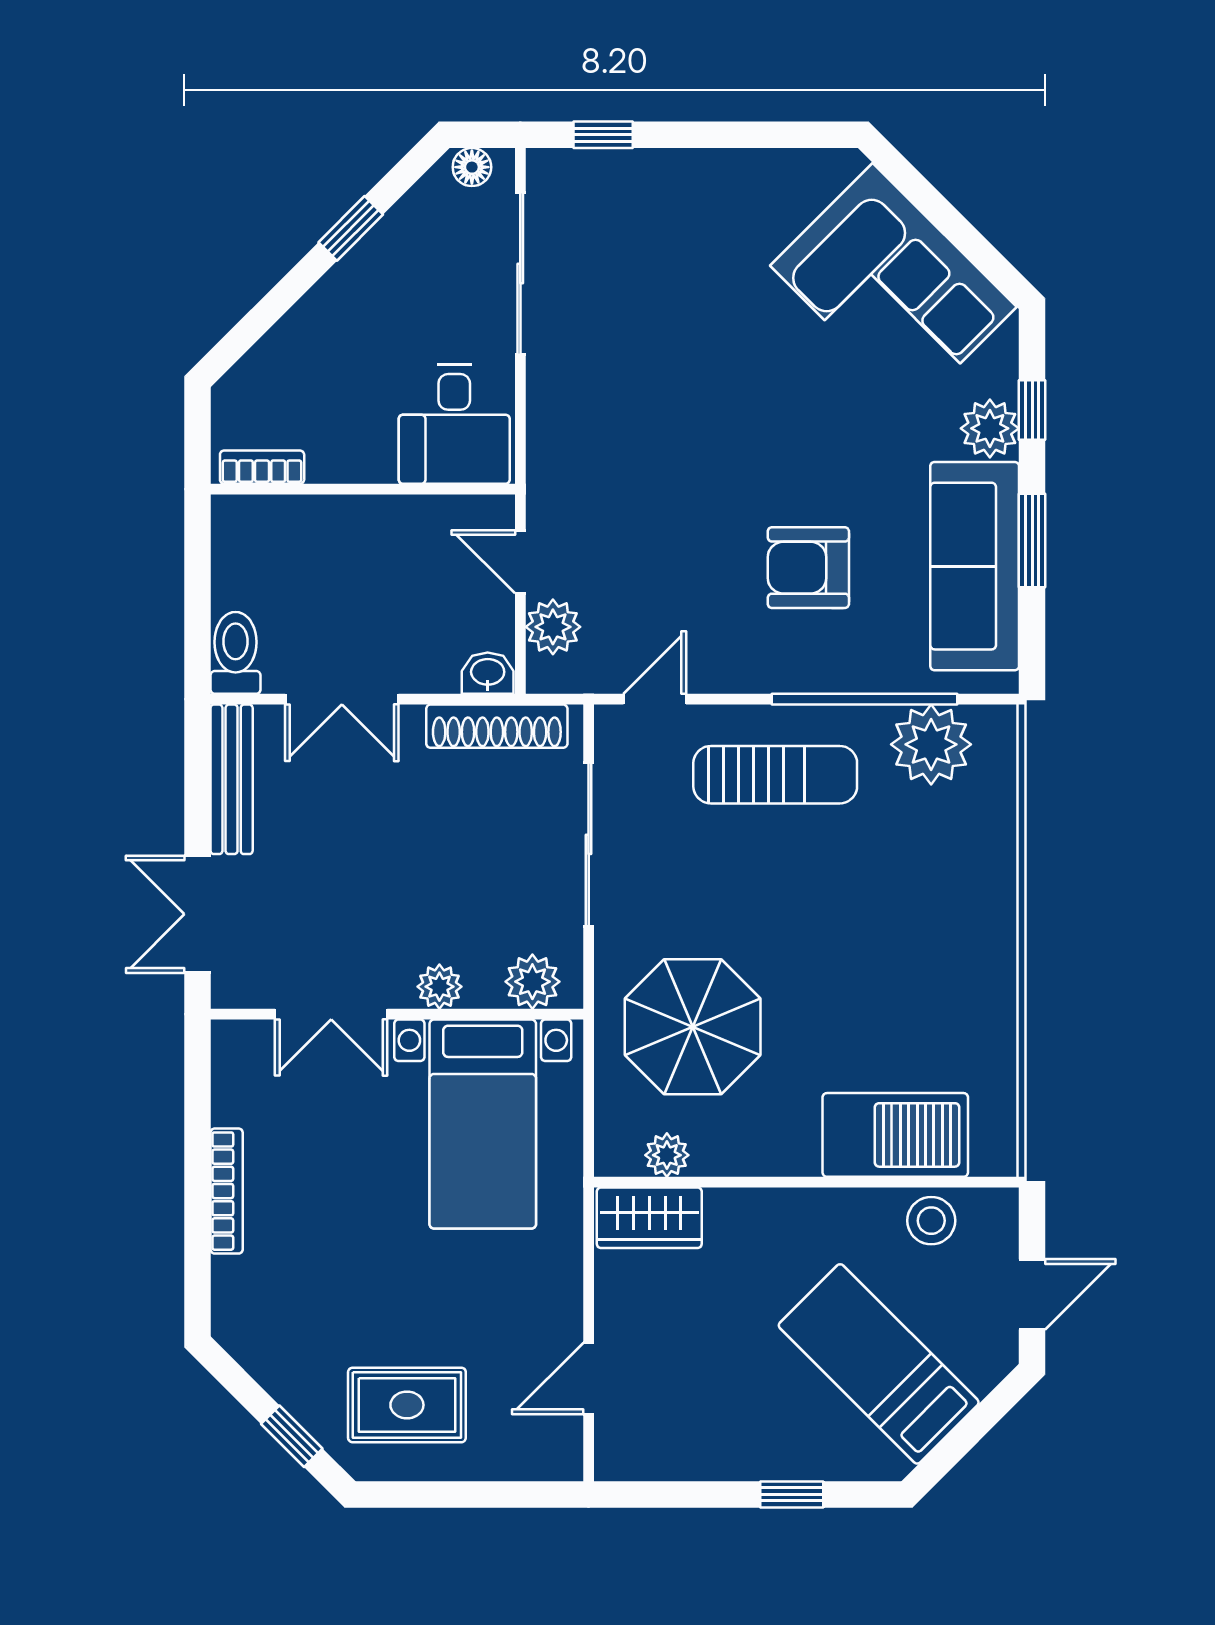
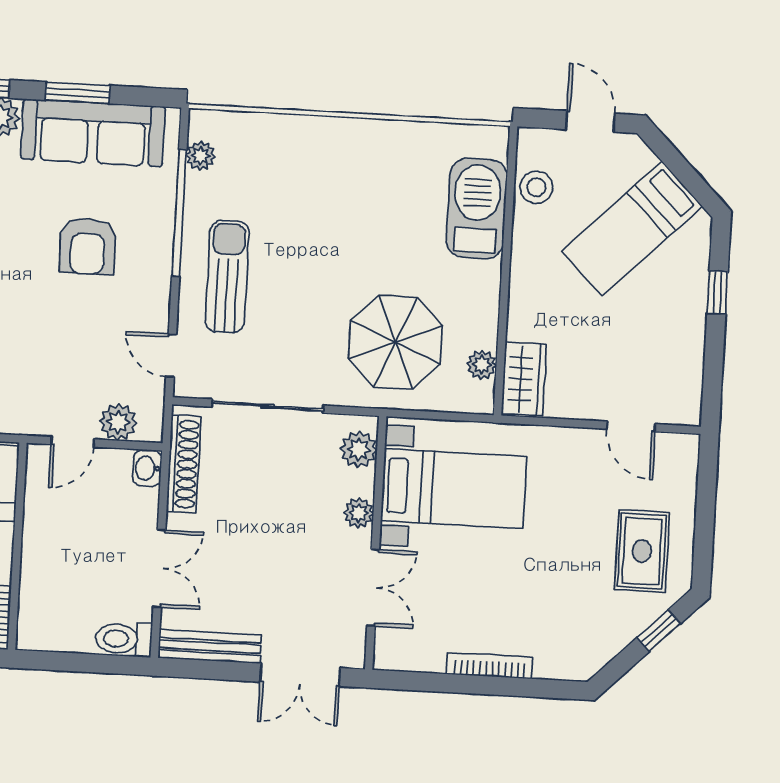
plant: (931, 744) -> (201, 156), width x0.53, depth x0.53

